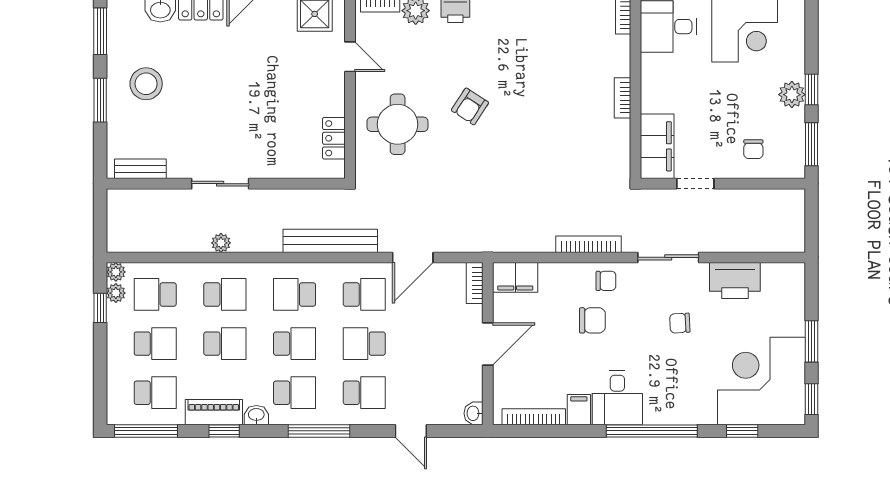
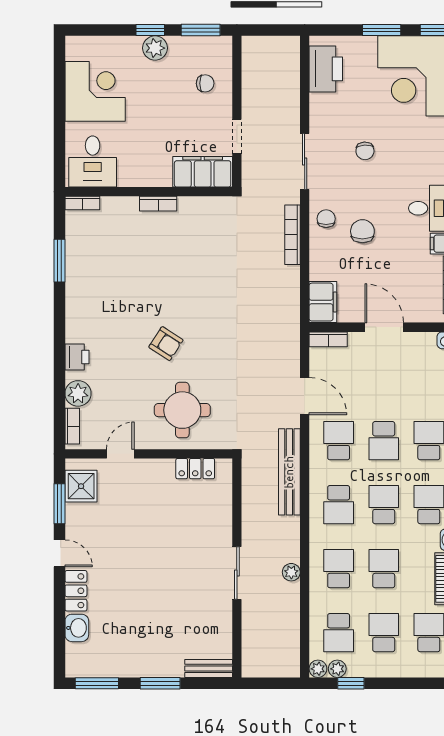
stool: (146, 84) -> (145, 641), removed
bench: (140, 169) -> (209, 668), moved, turned 90
printer: (735, 280) -> (326, 69), moved

